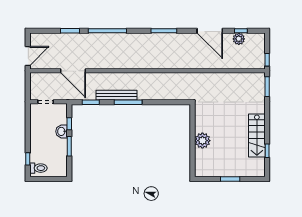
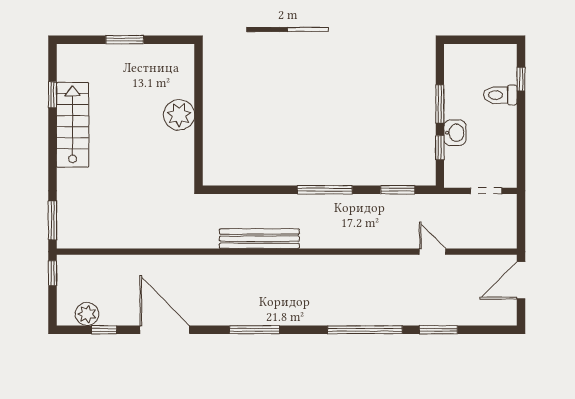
plant: (239, 39) -> (87, 314), moved
door: (73, 71) -> (433, 252), width x0.53
bench: (117, 95) -> (259, 239), moved
toilet: (38, 168) -> (500, 95), moved

